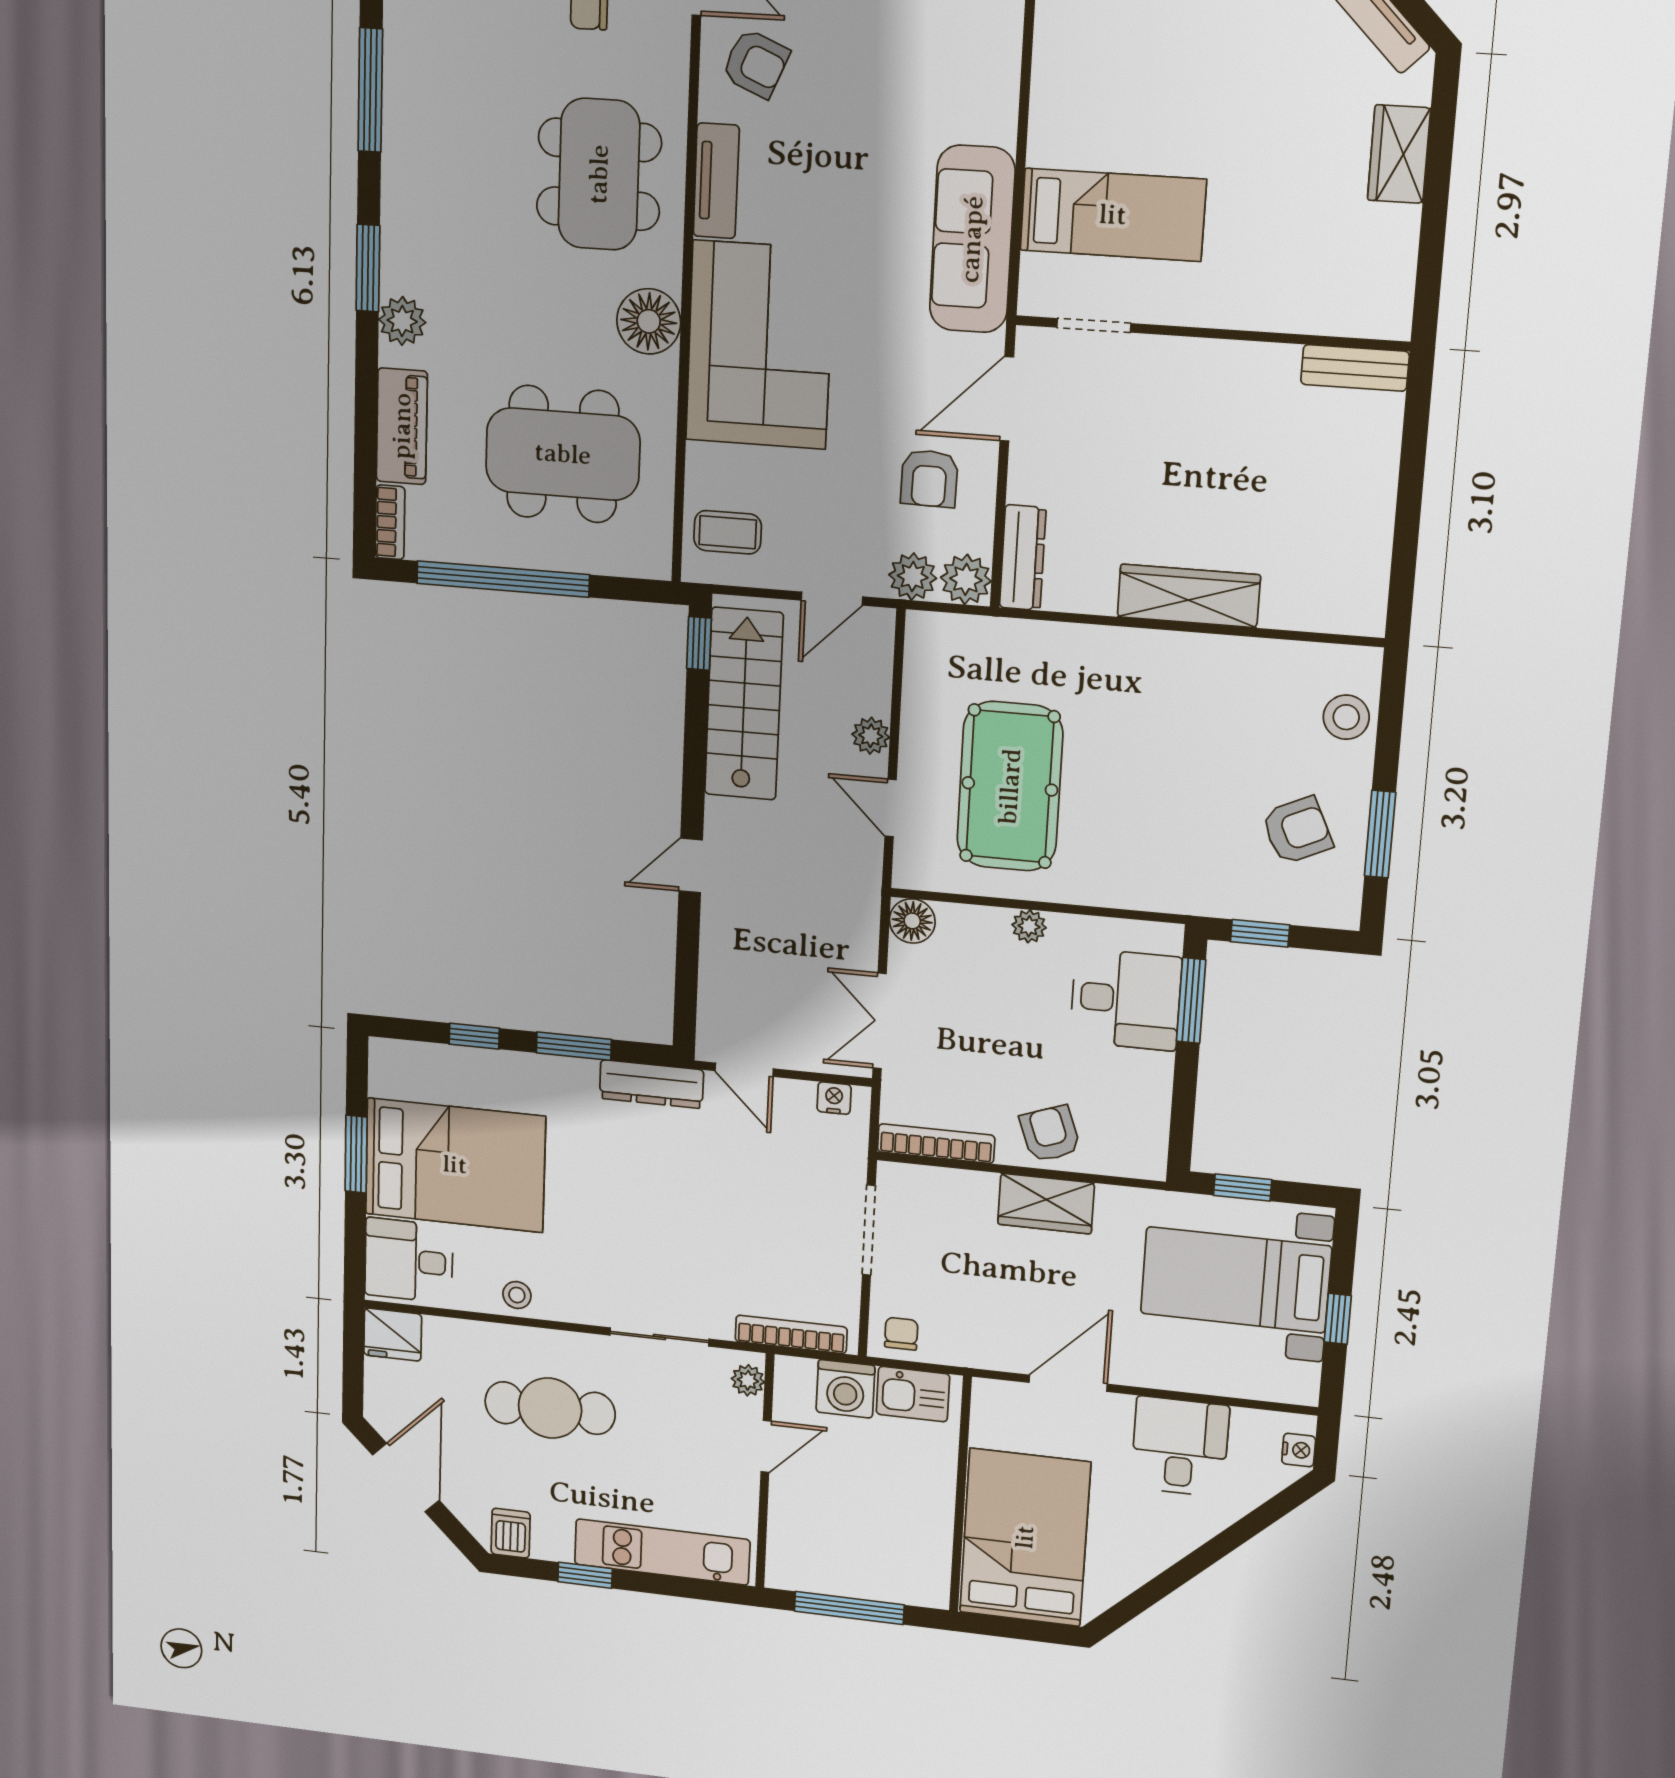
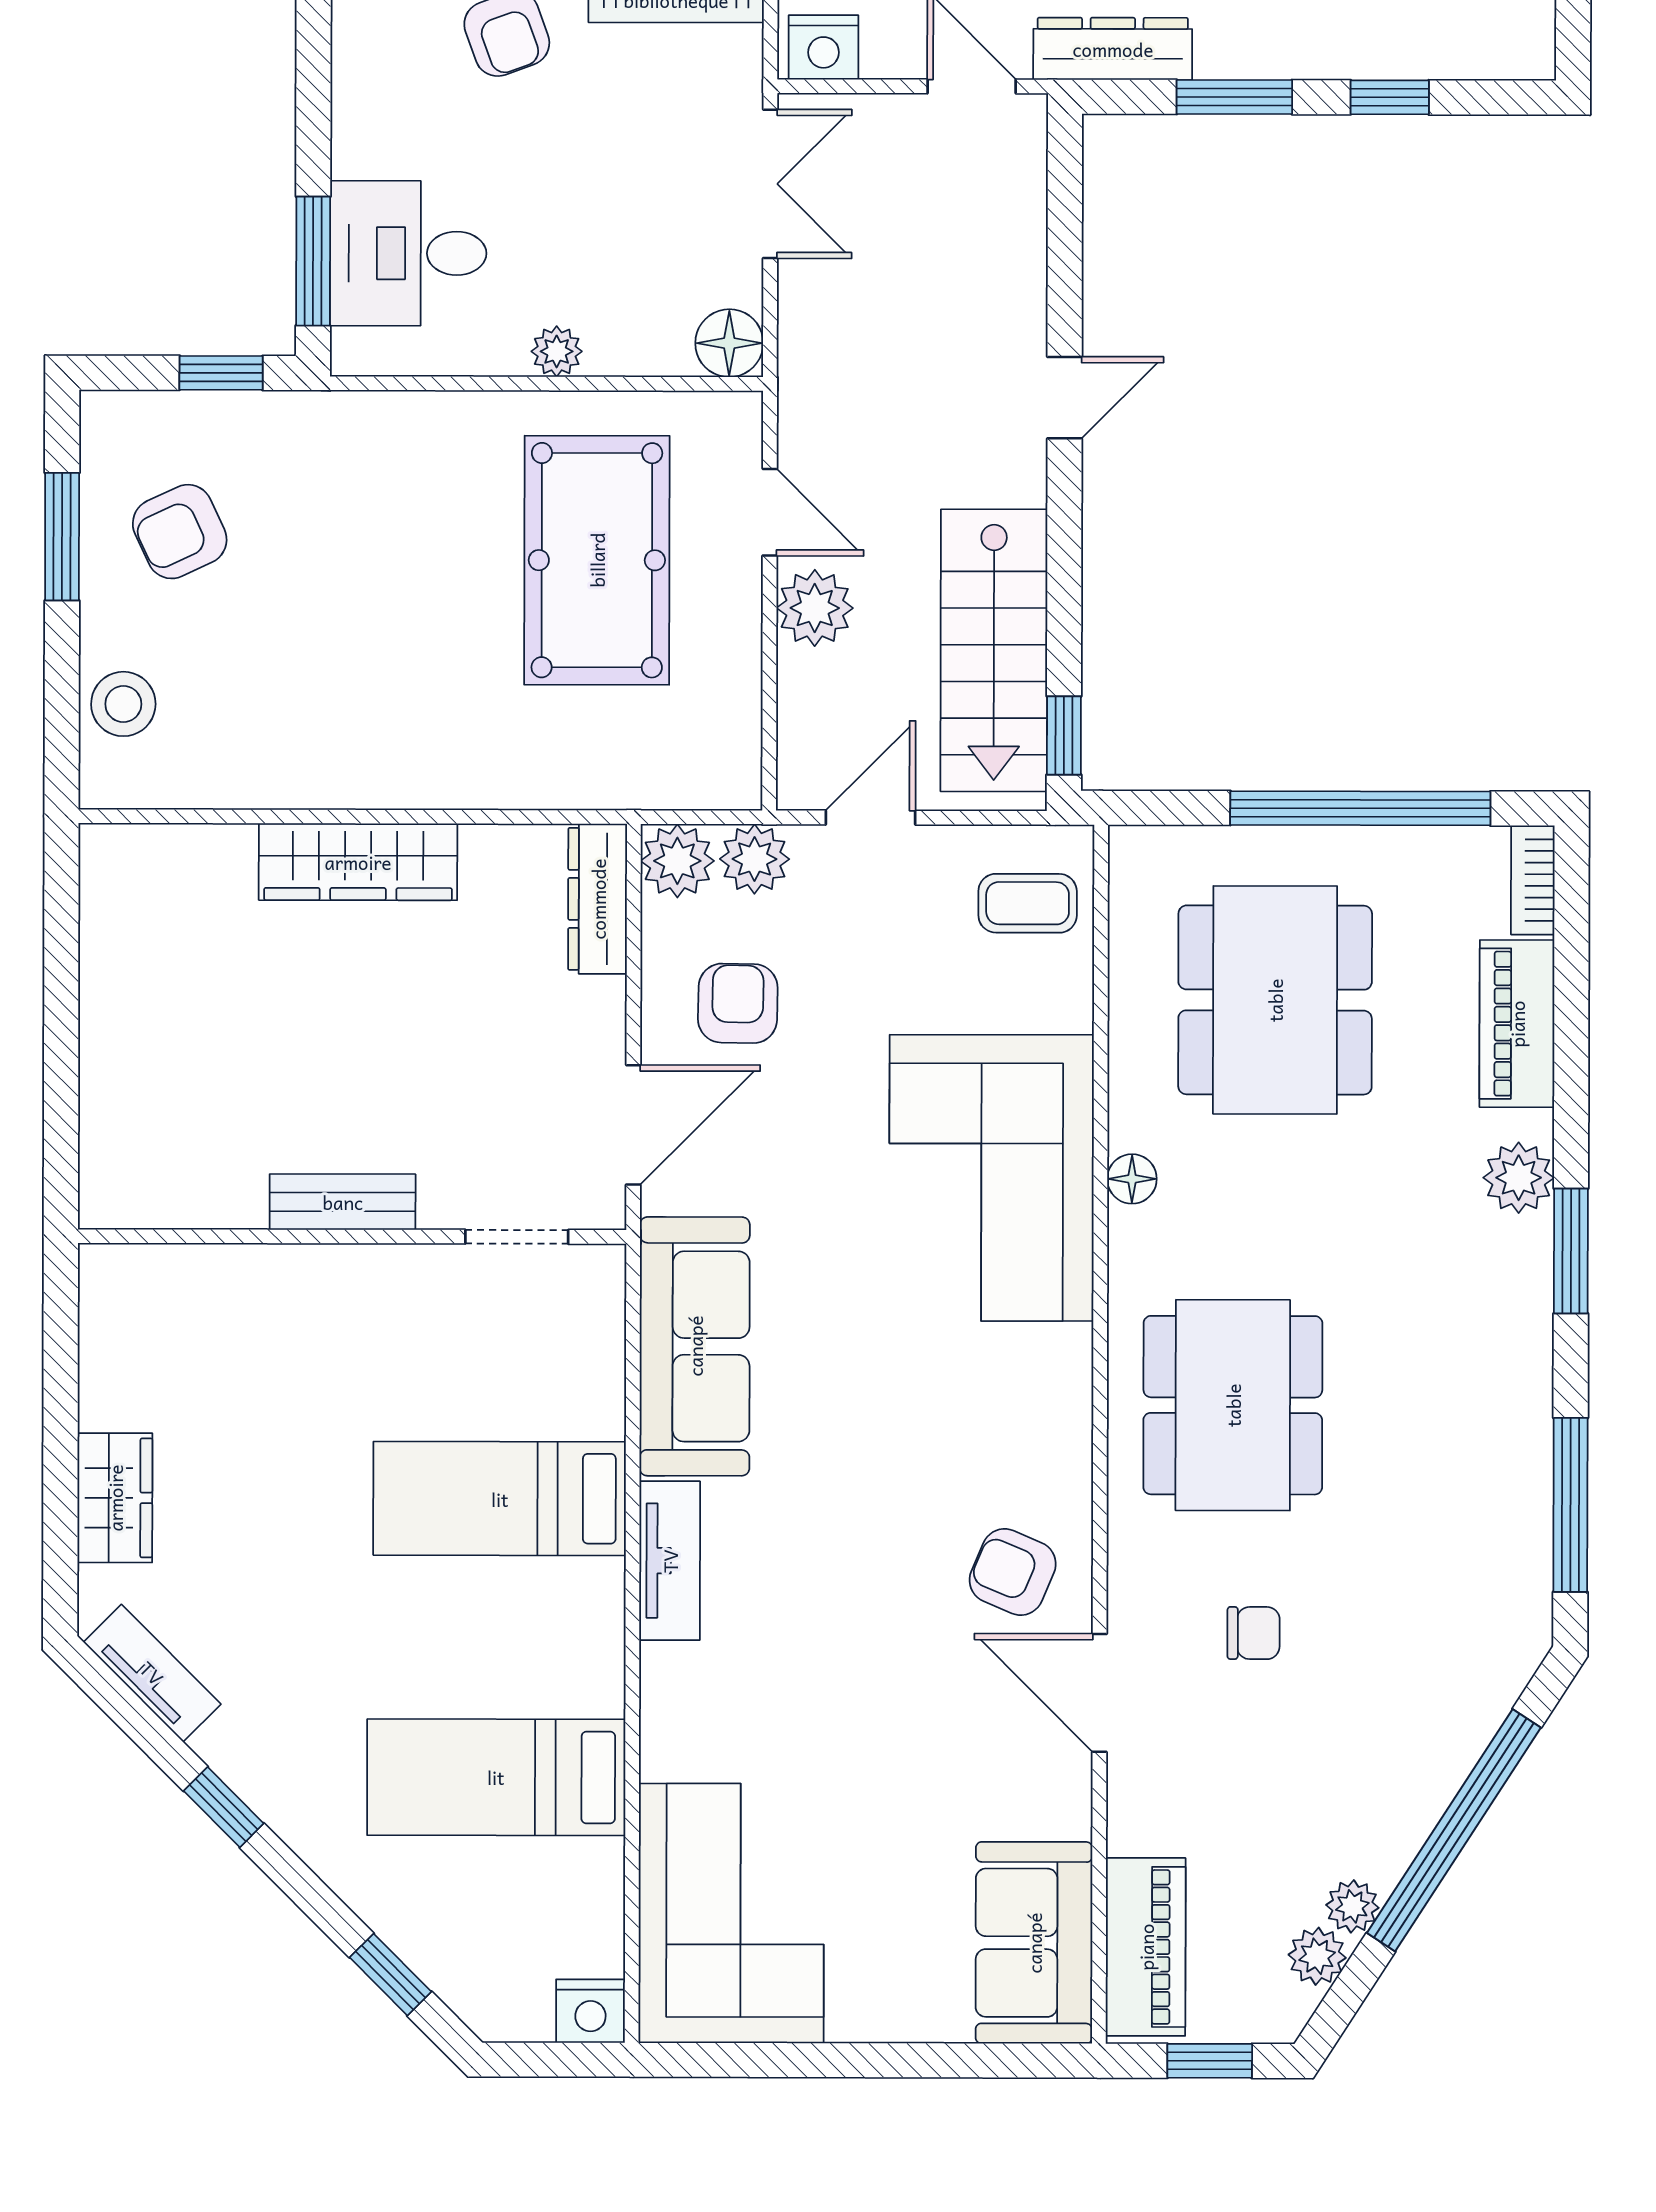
tv unit: (716, 181) -> (670, 1561), moved, turned 180
bed: (1113, 215) -> (500, 1499), moved
floor lamp: (649, 321) -> (1132, 1179), width x0.53, depth x0.53
bench: (1355, 368) -> (343, 1202), moved
dining table: (563, 454) -> (1275, 1000), turned 90
plant: (871, 736) -> (815, 608), width x1.38, depth x1.38
nightstand: (834, 1098) -> (824, 47), width x1.39, depth x1.35

